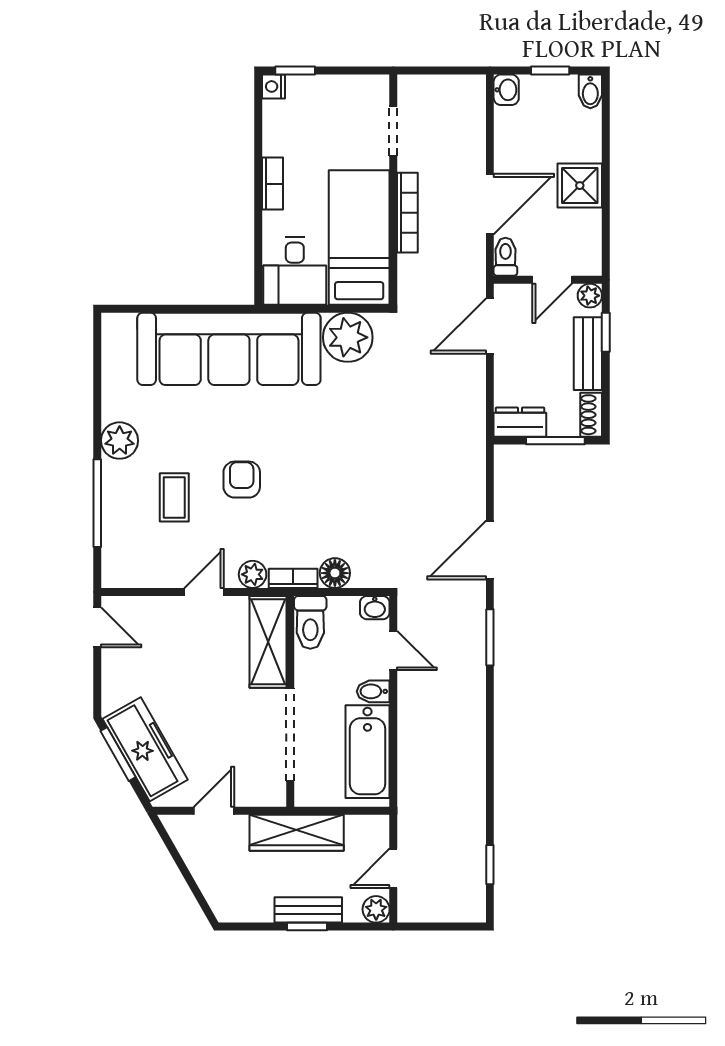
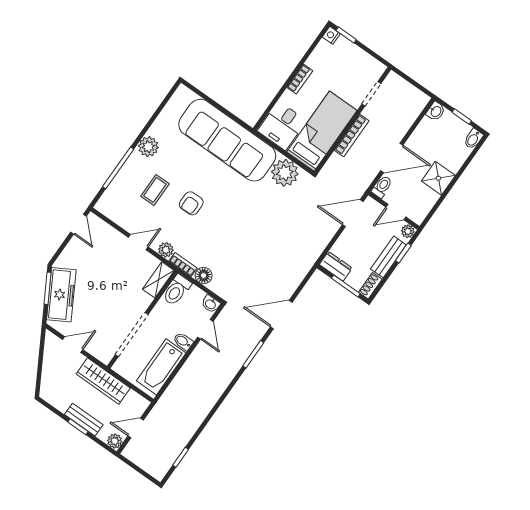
armchair: (242, 480) -> (191, 203), turned 180
shelving: (268, 642) -> (158, 280), width x0.67, depth x0.75

